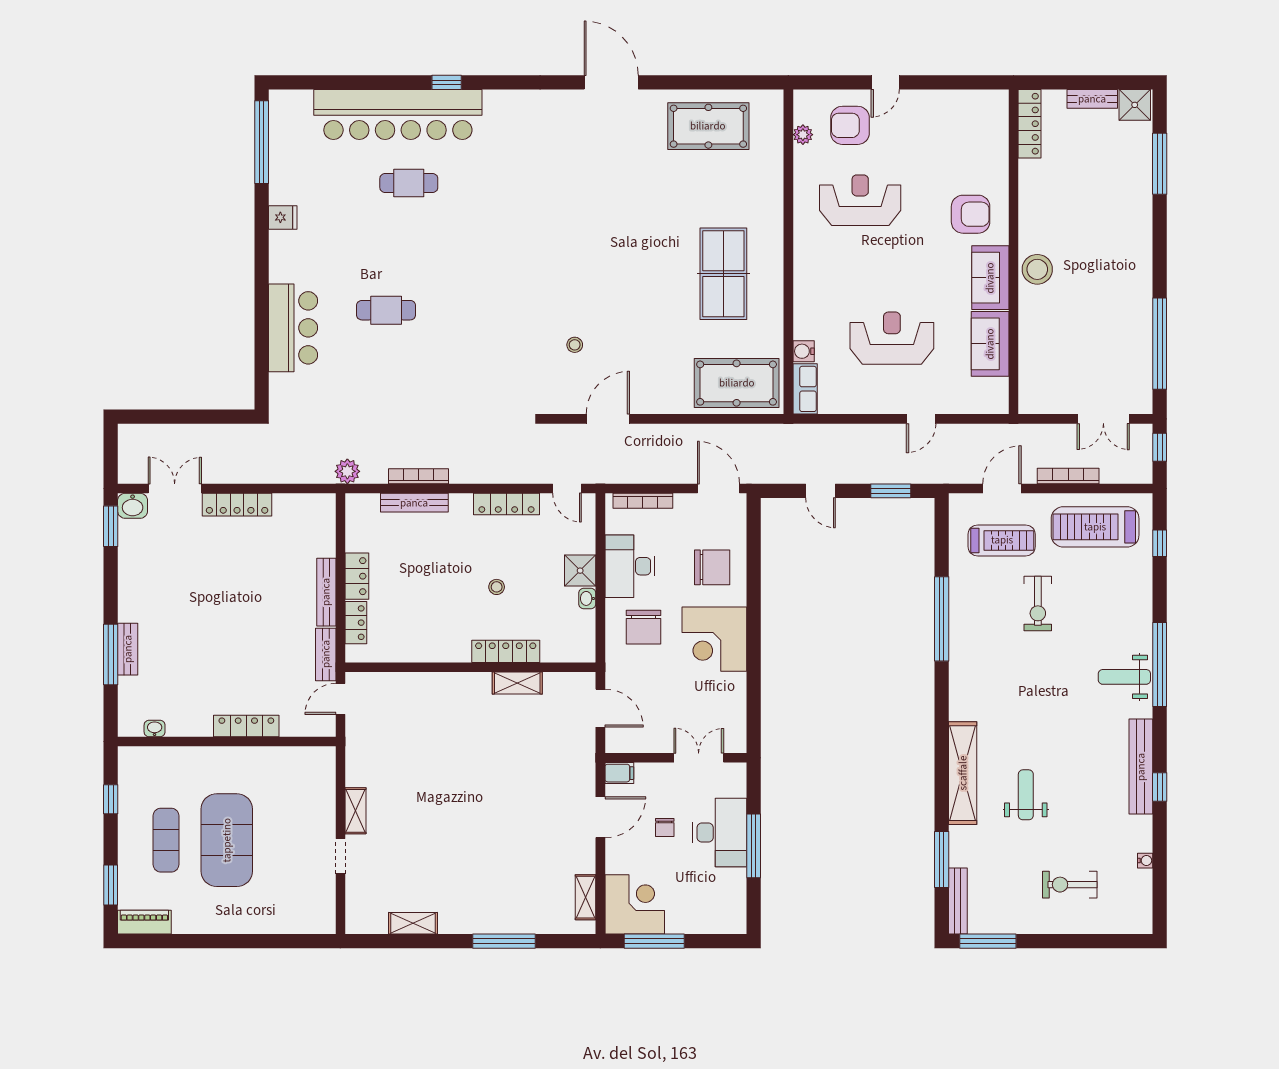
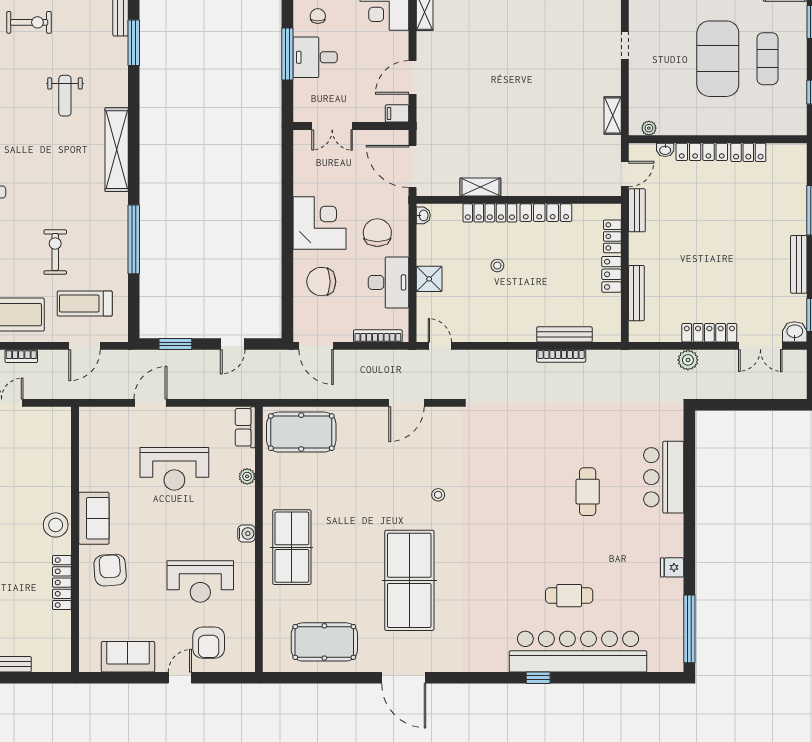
locker: (1030, 124) -> (62, 583), moved
armchair: (850, 125) -> (209, 643), turned 90
plant: (803, 135) -> (247, 476), moved
table tennis table: (604, 202) -> (409, 580), added
armchair: (971, 214) -> (110, 570), turned 86
table tennis table: (723, 274) -> (292, 547), moved
cafe table: (386, 310) -> (588, 492), turned 90
sofa: (990, 344) -> (128, 657), moved, turned -90
stool: (575, 345) -> (438, 495), moved
water cooler: (804, 351) -> (246, 533), moved
door: (921, 419) -> (150, 403), width x1.38
plant: (347, 471) -> (688, 360), moved
bookcase: (1068, 476) -> (21, 356), width x0.64
door: (820, 491) -> (233, 344), swing flipped
locker: (506, 504) -> (546, 213), moved, turned 180
bench: (326, 592) -> (636, 293), moved
washbasin: (587, 598) -> (423, 215), moved
bench: (128, 649) -> (799, 264), moved, width x1.36
door: (600, 708) -> (413, 167), width x1.36
locker: (189, 725) -> (748, 152), added
washbasin: (155, 728) -> (665, 150), moved
plant: (311, 755) -> (649, 128), added
shelving: (963, 773) -> (117, 150), moved
shelving: (356, 811) -> (613, 115), moved
chair: (665, 827) -> (318, 16), moved
desk: (720, 833) -> (315, 57), width x0.73

